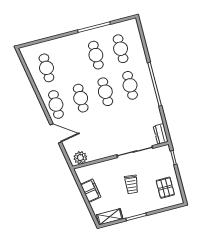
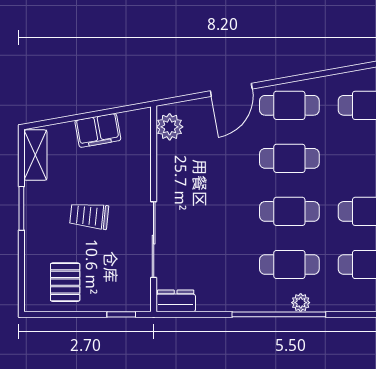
plant: (146, 75) -> (301, 303), added
pallet: (165, 188) -> (65, 282), turned 90

